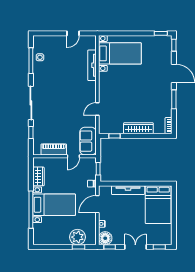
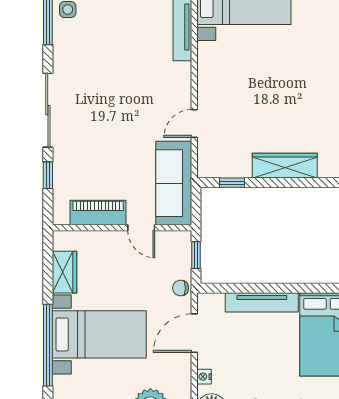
sofa: (88, 141) -> (174, 183), width x1.36
door: (73, 156) -> (141, 228), hinge flipped

